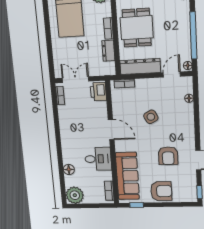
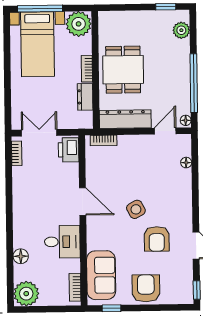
side table: (151, 117) -> (136, 209), moved
sofa: (127, 176) -> (101, 275), width x0.73
armchair: (161, 191) -> (146, 288), turned -90

